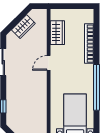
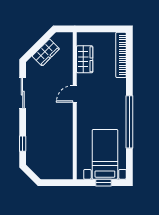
bookcase: (89, 44) -> (121, 55), moved

